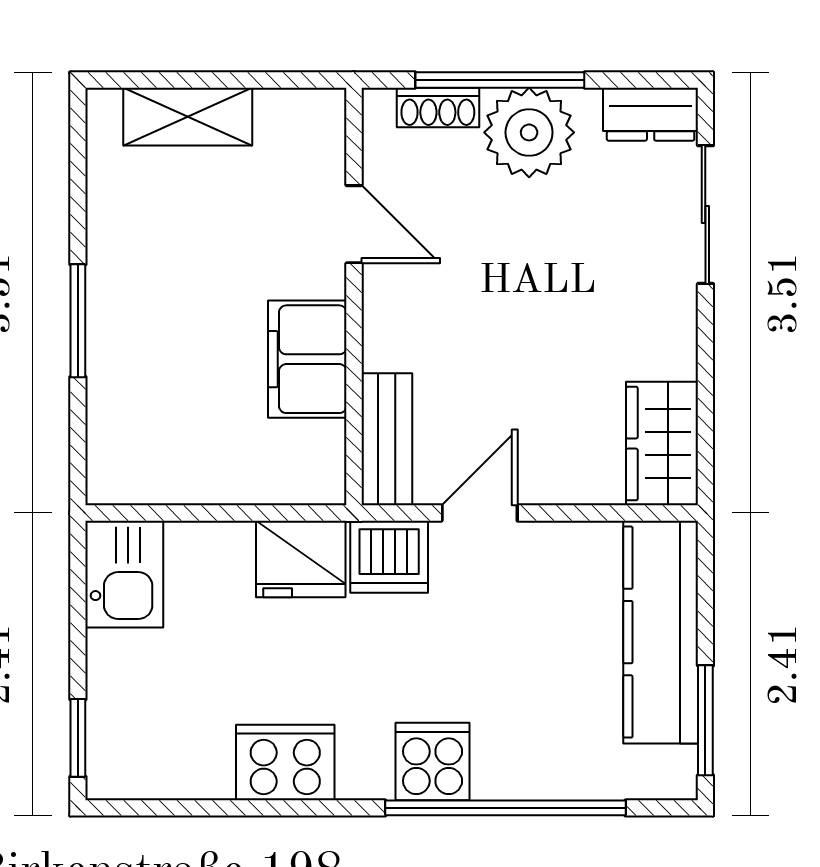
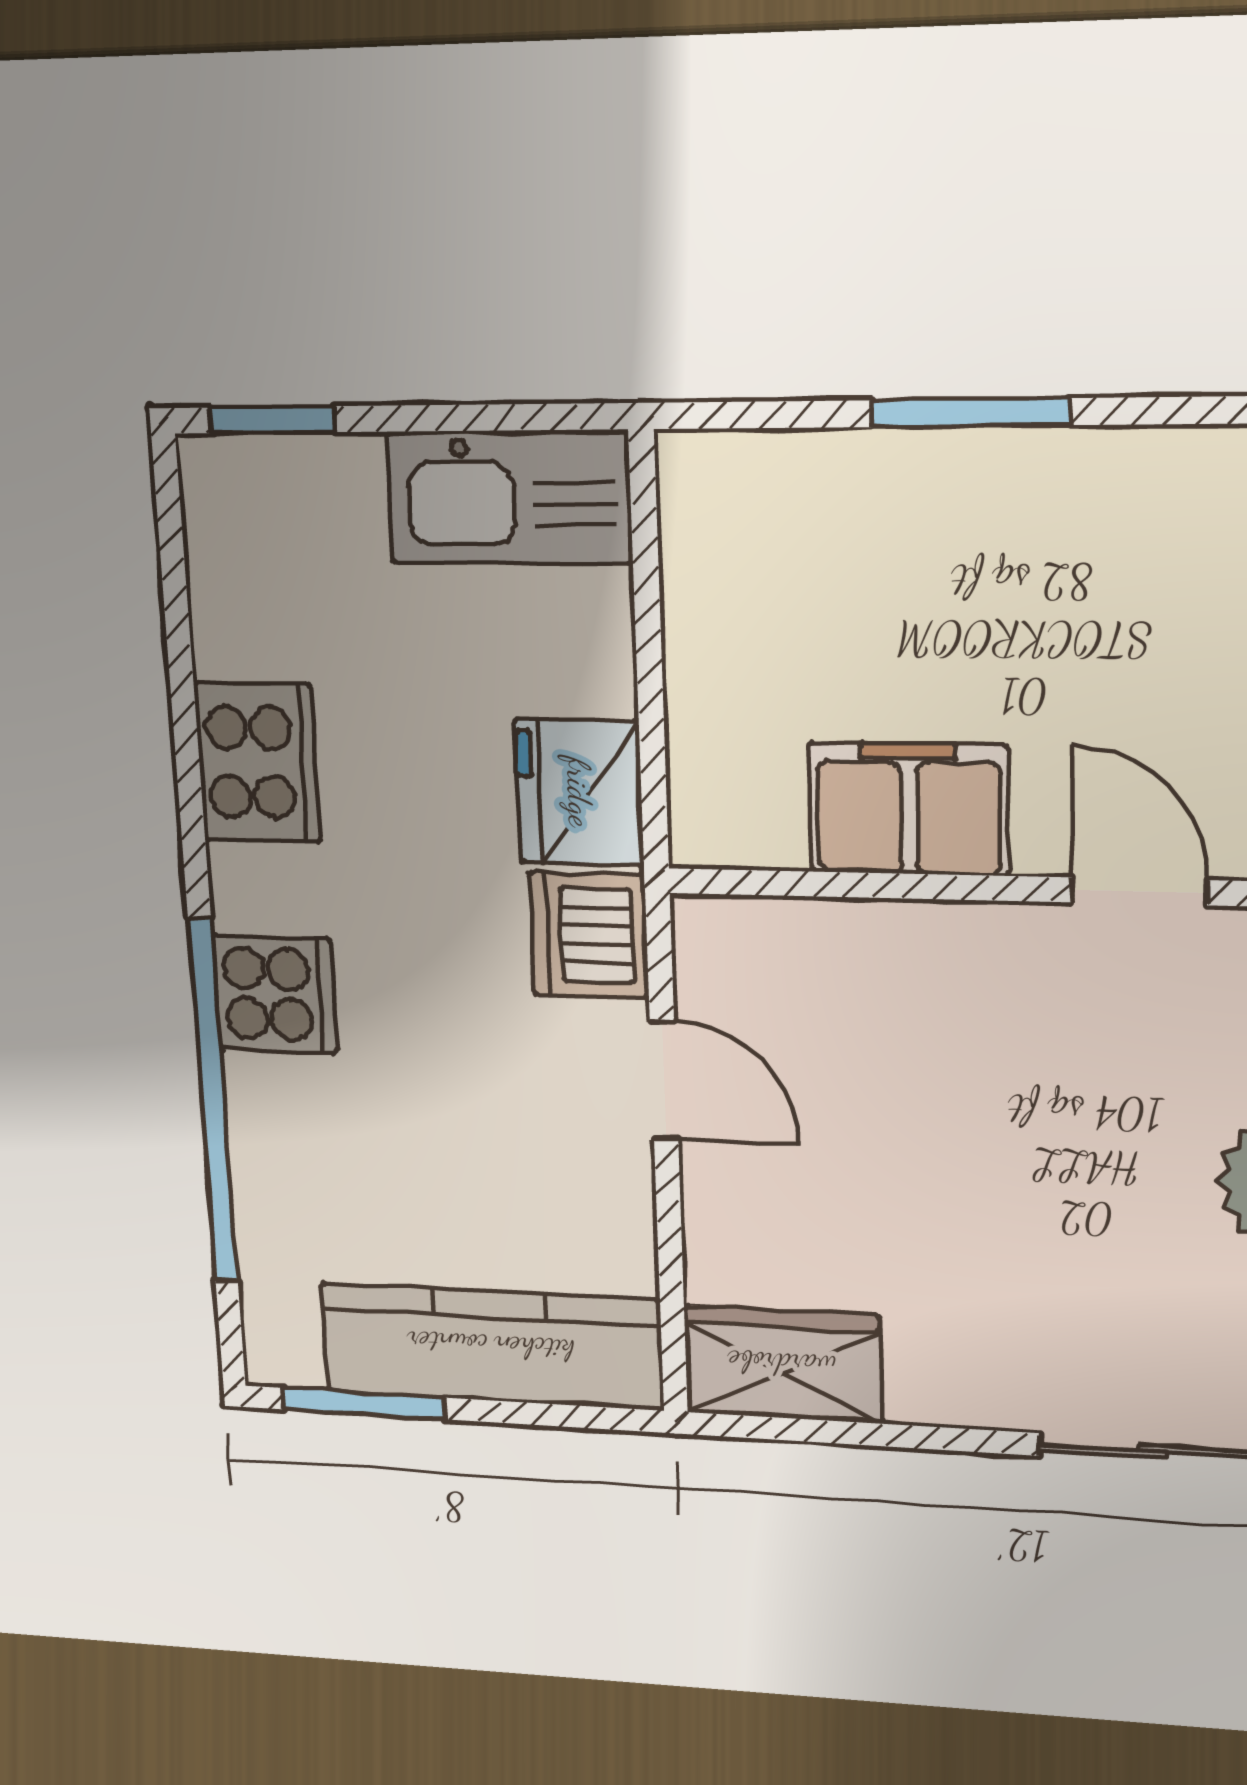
door: (354, 224) -> (1139, 891), swing flipped
bench: (387, 439) -> (778, 936), removed
kitchen sink: (124, 574) -> (509, 497), width x1.38

